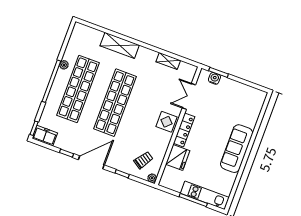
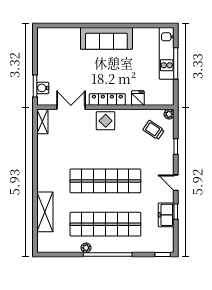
shelving: (120, 45) -> (45, 212), moved
shelving: (168, 61) -> (42, 122), moved
double door: (189, 96) -> (71, 107), swing flipped
freezer: (45, 136) -> (166, 215), moved
fridge: (178, 157) -> (138, 98), width x0.53, depth x0.75
door: (91, 162) -> (176, 183), width x0.53

